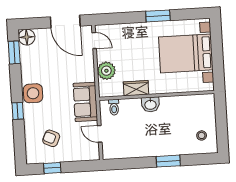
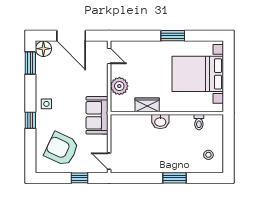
door: (65, 21) -> (71, 36), moved
side table: (33, 93) -> (46, 104), width x0.54, depth x0.54
toilet: (114, 107) -> (199, 122), moved
door: (100, 134) -> (109, 161), moved
armchair: (51, 138) -> (61, 149), width x1.88, depth x1.88
window: (52, 168) -> (79, 178), moved

